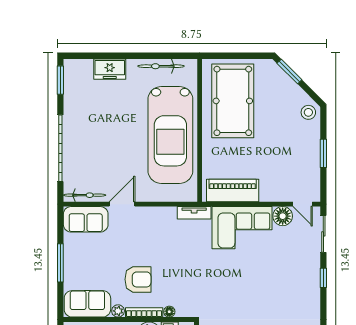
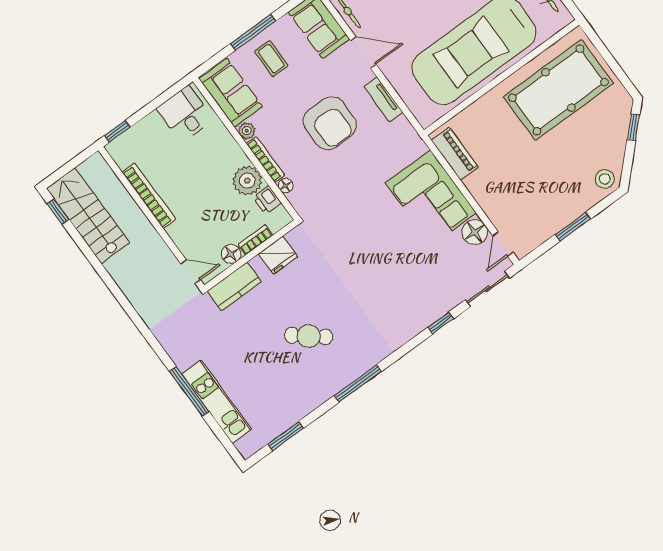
window: (289, 71) -> (633, 127), width x0.67
piano: (233, 190) -> (455, 154), width x0.73, depth x0.75
tv unit: (194, 213) -> (383, 99), moved
coffee table: (85, 264) -> (271, 59), added
armchair: (138, 279) -> (330, 123), moved, width x1.36, depth x1.36

